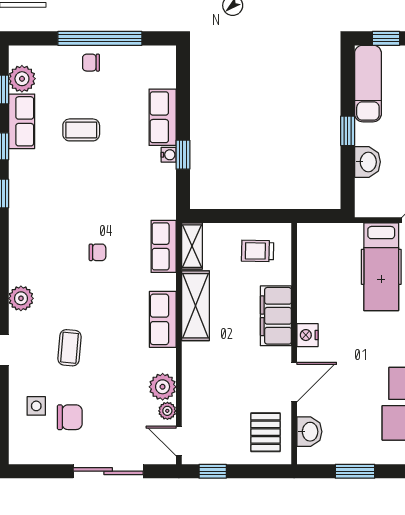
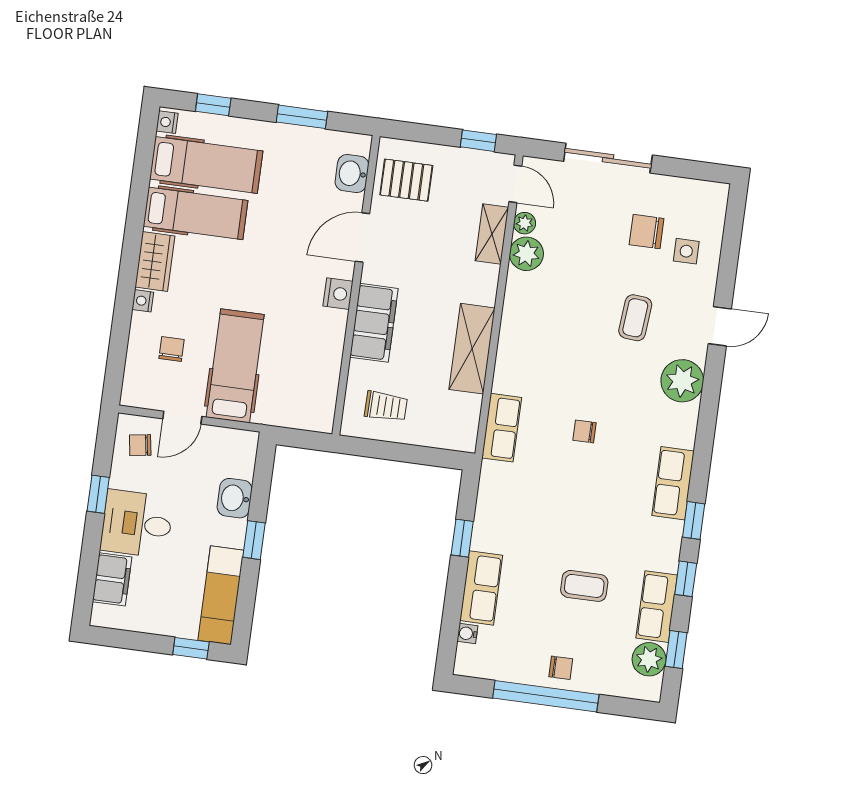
water cooler: (169, 155) -> (467, 633), moved
shelving: (192, 246) -> (492, 234), moved
plant: (21, 298) -> (682, 381), width x1.36, depth x1.36
row of seats: (163, 319) -> (673, 483), moved, turned 180
pallet: (266, 432) -> (406, 180), turned 90

